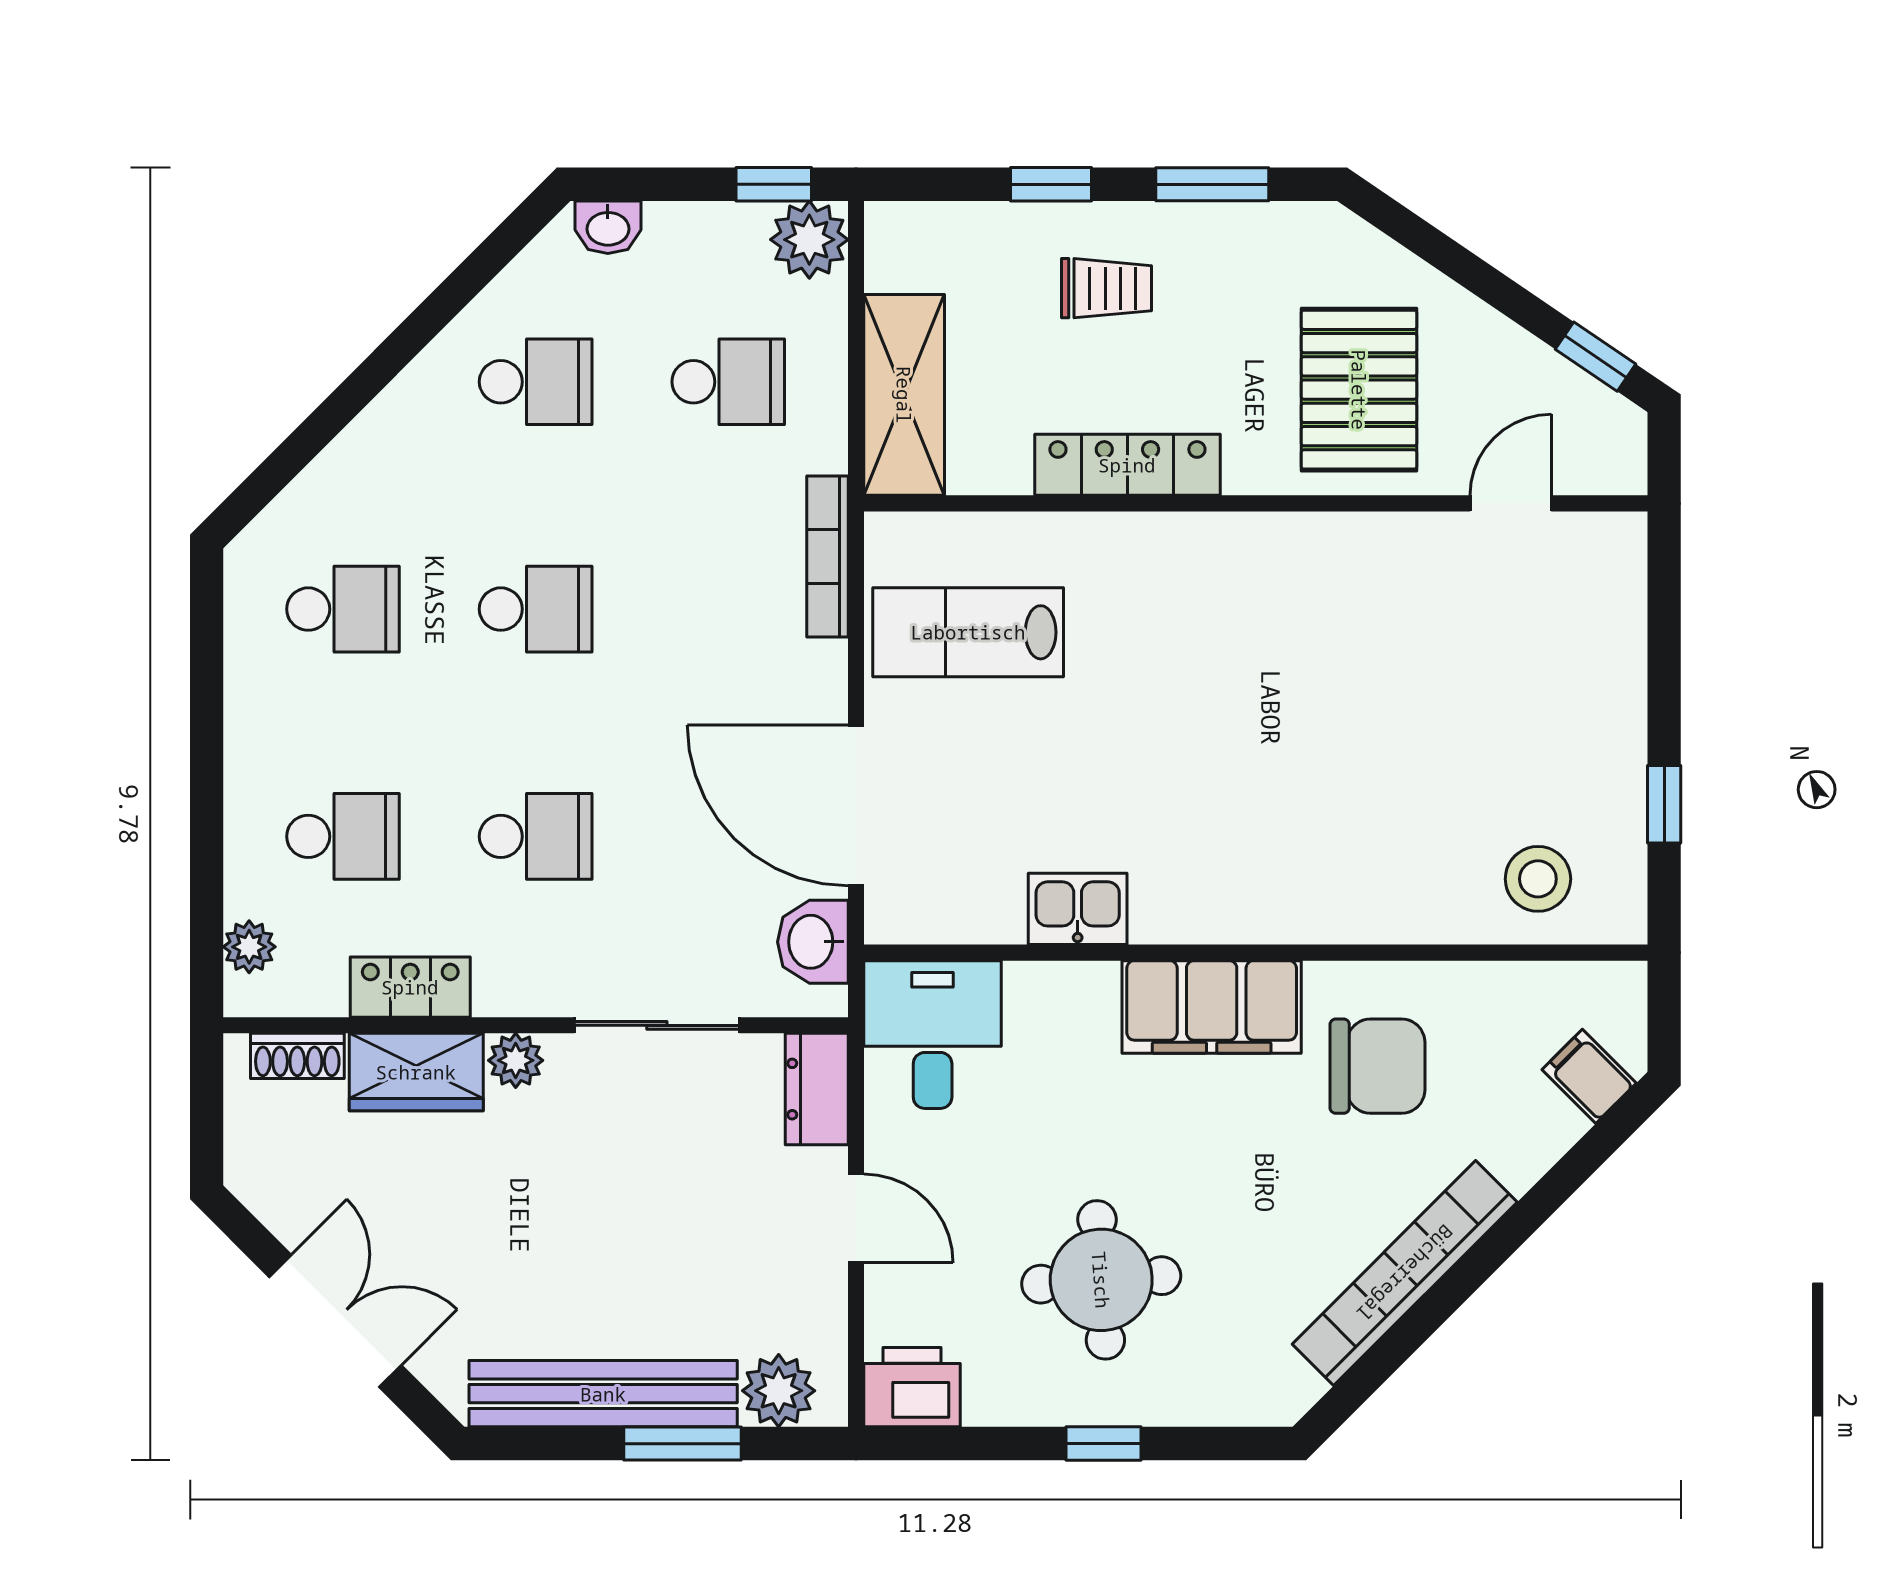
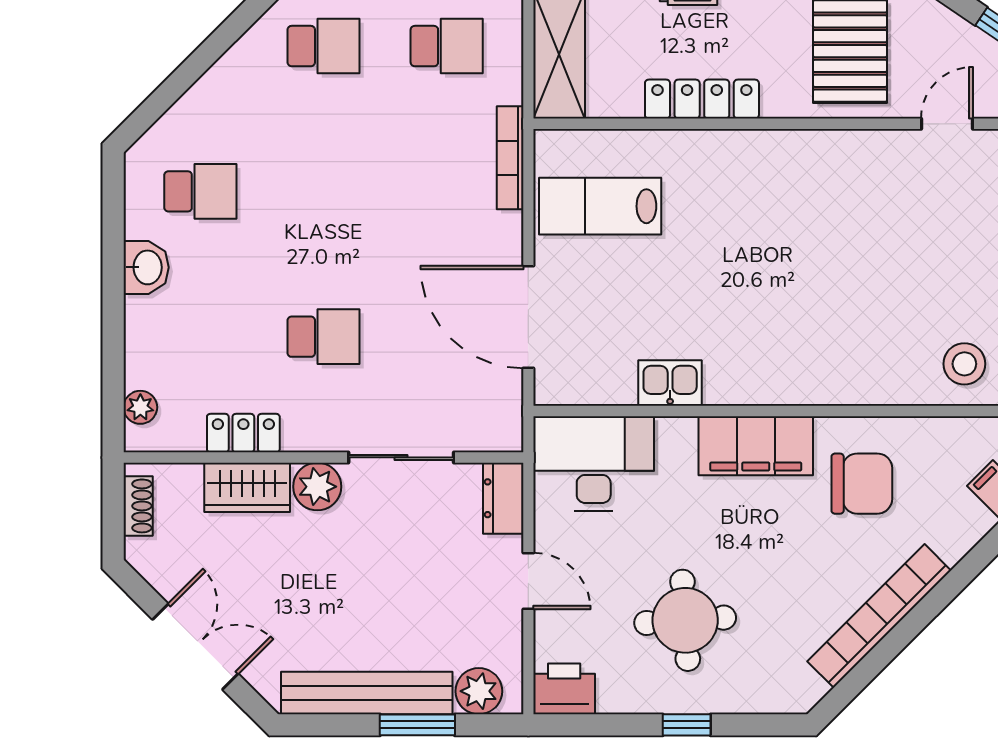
school desk: (536, 609) -> (323, 191), removed
school desk: (343, 836) -> (200, 337), removed
washbasin: (813, 942) -> (146, 267), moved, turned 180
desk: (933, 1035) -> (594, 463), width x1.37
shoe rack: (297, 1056) -> (138, 506), moved, turned -90
plant: (516, 1060) -> (317, 487), width x1.38, depth x1.38

